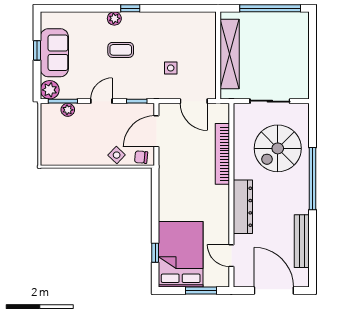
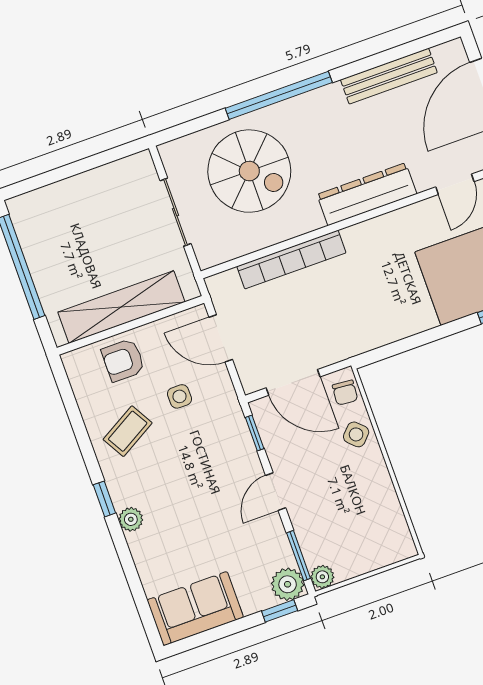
armchair: (201, 45) -> (123, 360), added
window: (37, 50) -> (280, 611), moved
coffee table: (121, 50) -> (128, 431), moved, turned 60
sofa: (54, 53) -> (195, 609), moved
door: (101, 101) -> (276, 492), hinge flipped
door: (194, 101) -> (221, 338), swing flipped
plant: (68, 110) -> (322, 577), moved

